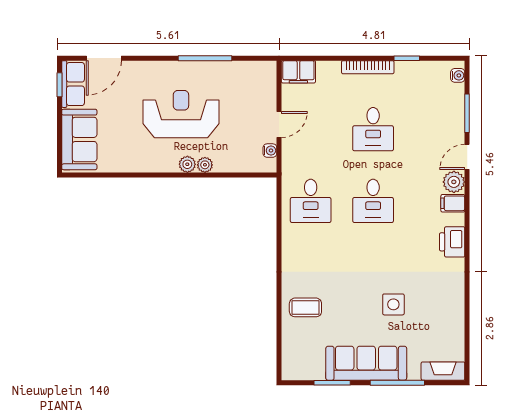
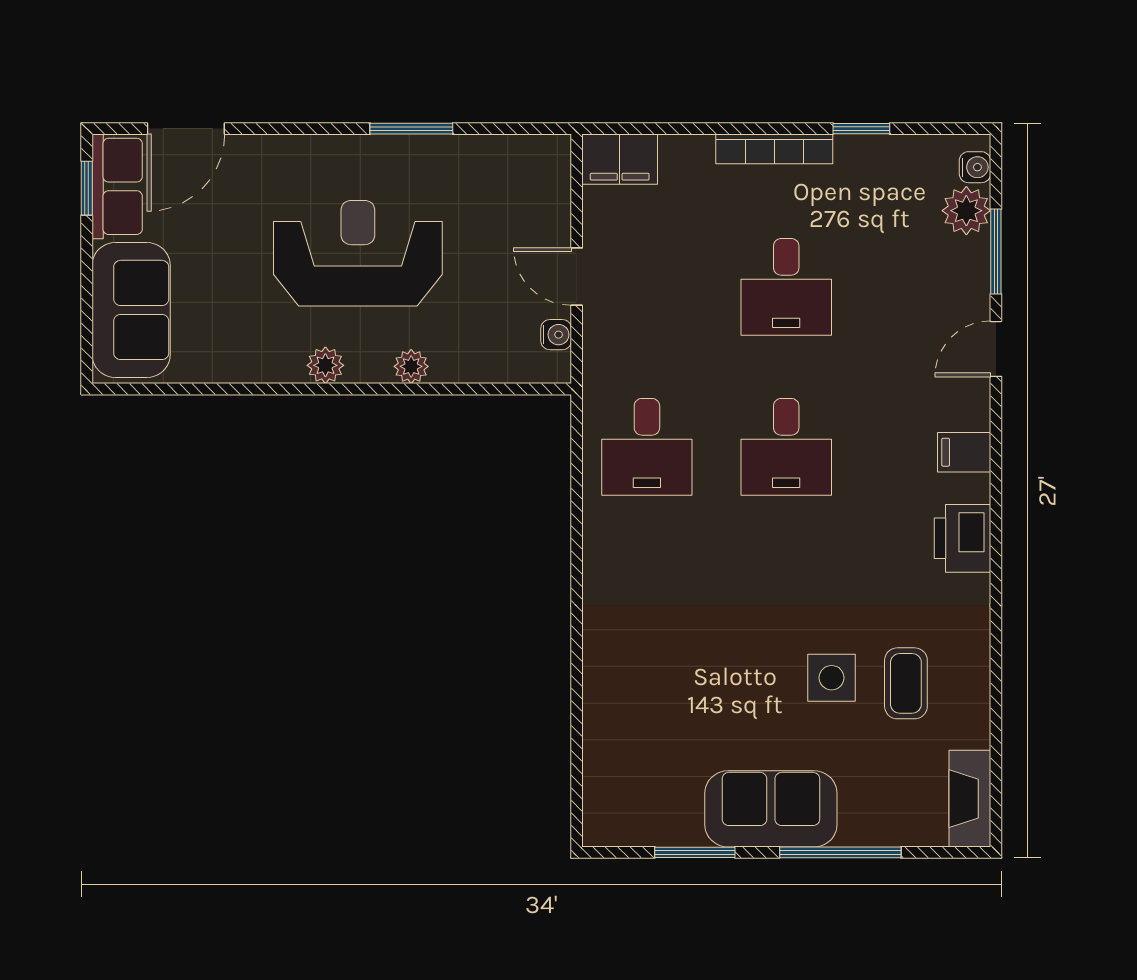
window: (205, 58) -> (411, 129), width x0.69
door: (279, 124) -> (577, 277), swing flipped
plant: (187, 164) -> (325, 365), moved
plant: (454, 182) -> (966, 211), moved
coffee table: (305, 307) -> (906, 683), moved, turned 90
sofa: (366, 363) -> (771, 809), width x0.73
fireplace: (443, 371) -> (970, 799), moved, turned -90

